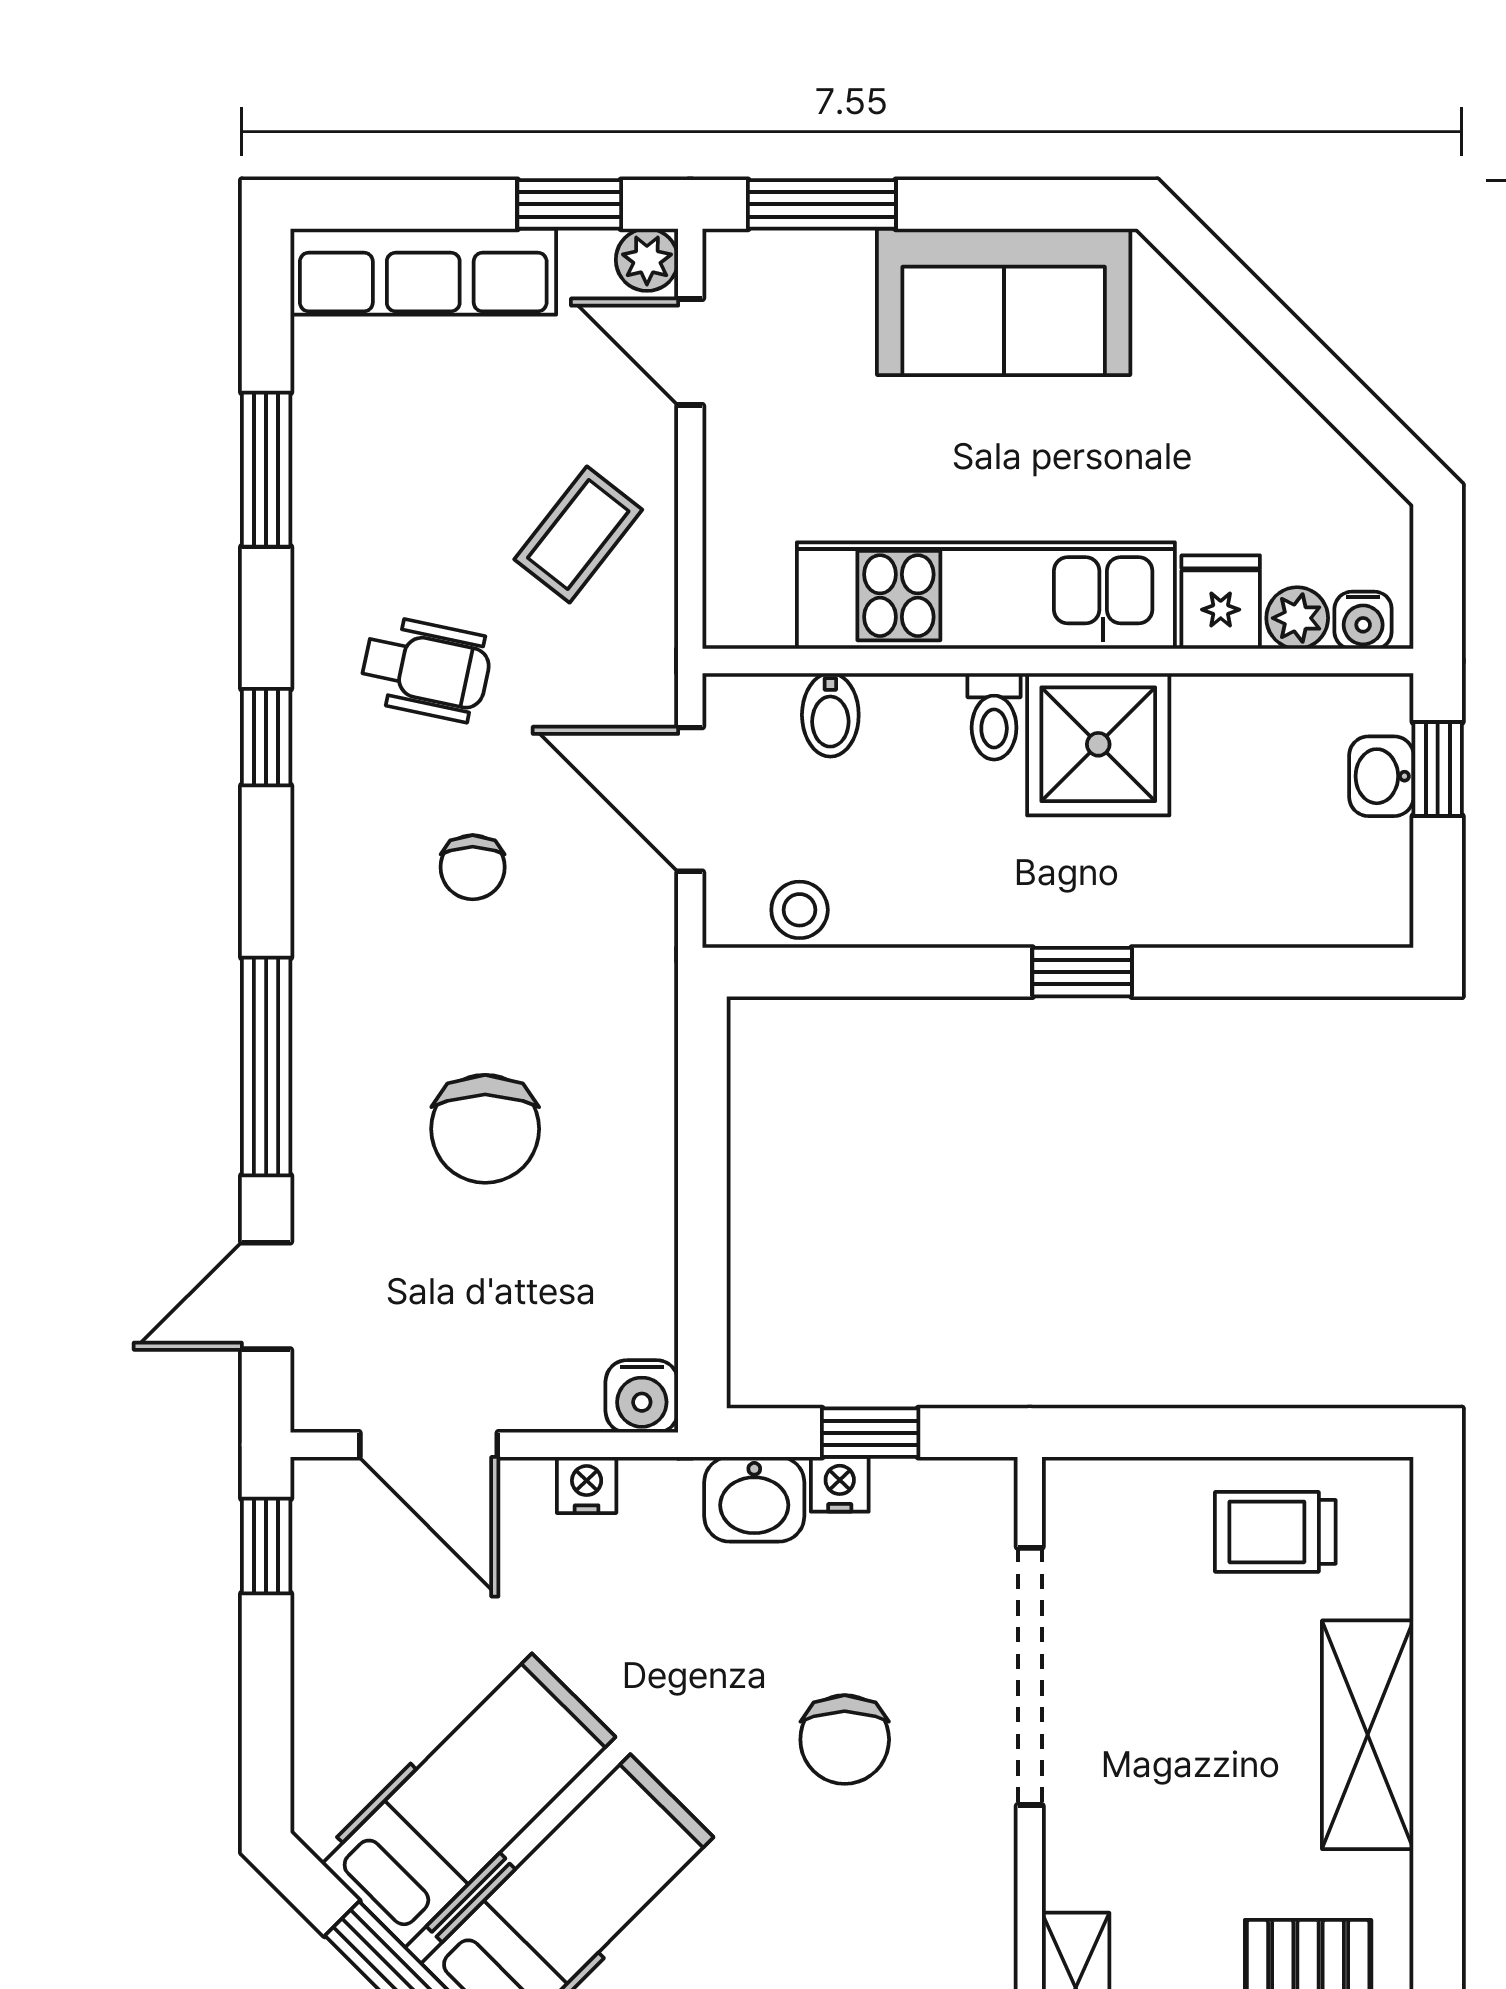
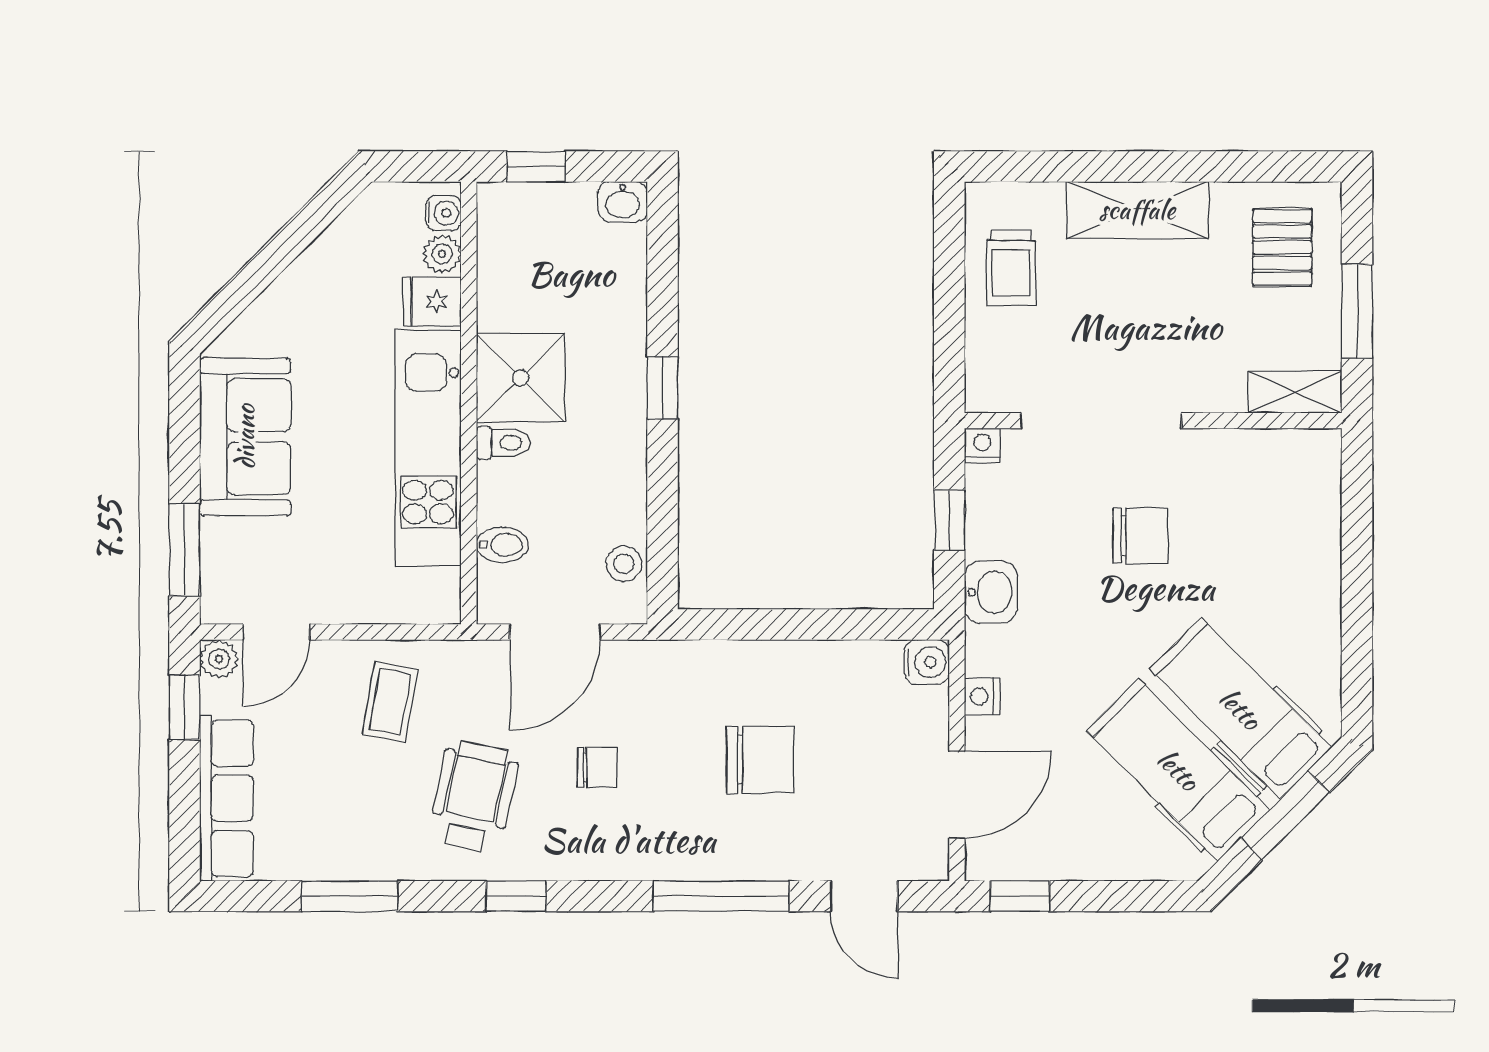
coffee table: (578, 534) -> (390, 702), turned 62
wheelchair: (426, 669) -> (474, 797), width x1.36, depth x1.37
washbasin: (1381, 776) -> (623, 202), moved
nightstand: (840, 1484) -> (982, 445), moved, turned 90

